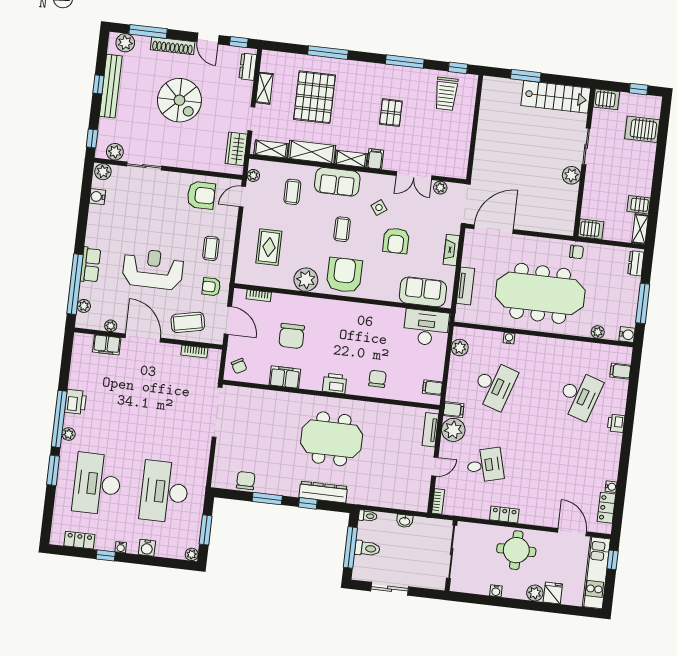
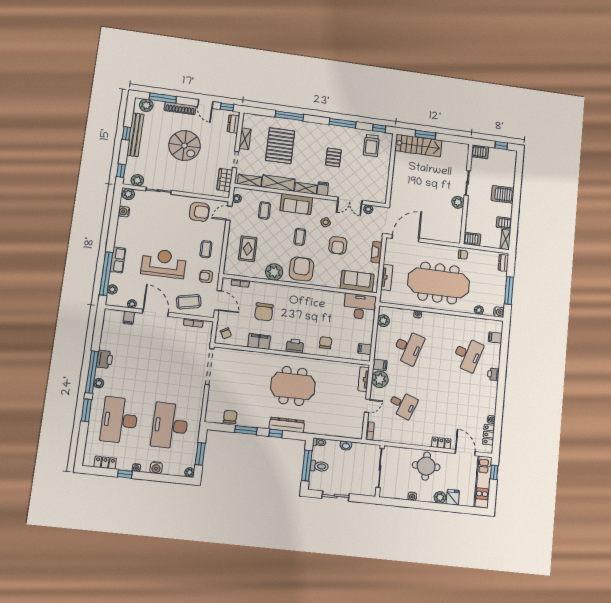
stairs: (556, 97) -> (418, 146), moved
server rack: (642, 129) -> (503, 194), moved
filing cabinet: (107, 345) -> (129, 318), width x0.50
desk: (485, 465) -> (403, 405), turned 36
locker: (504, 515) -> (441, 443), moved

